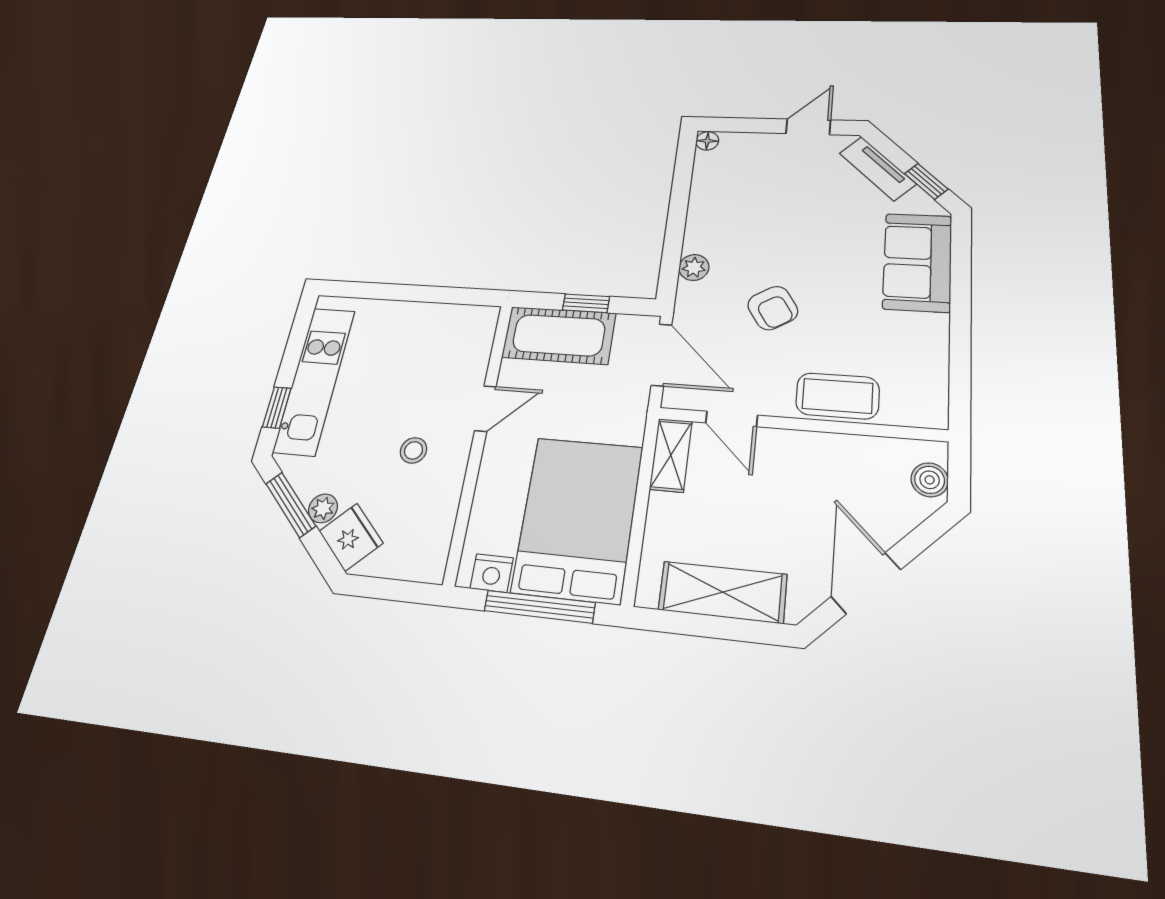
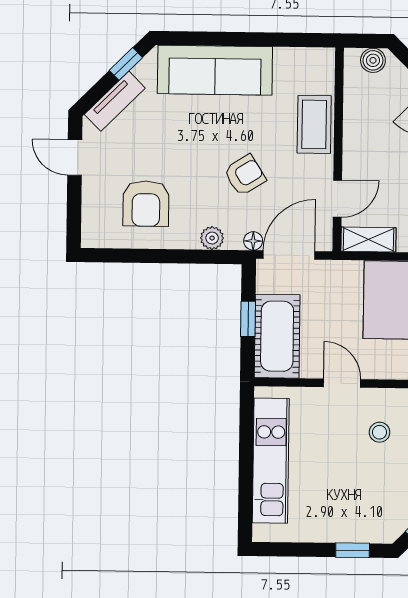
floor lamp: (707, 141) -> (253, 241), moved
armchair: (745, 198) -> (146, 204), added
sofa: (917, 262) -> (215, 70), width x1.36
kitchen unit: (315, 380) -> (271, 461), moved, turned 90

